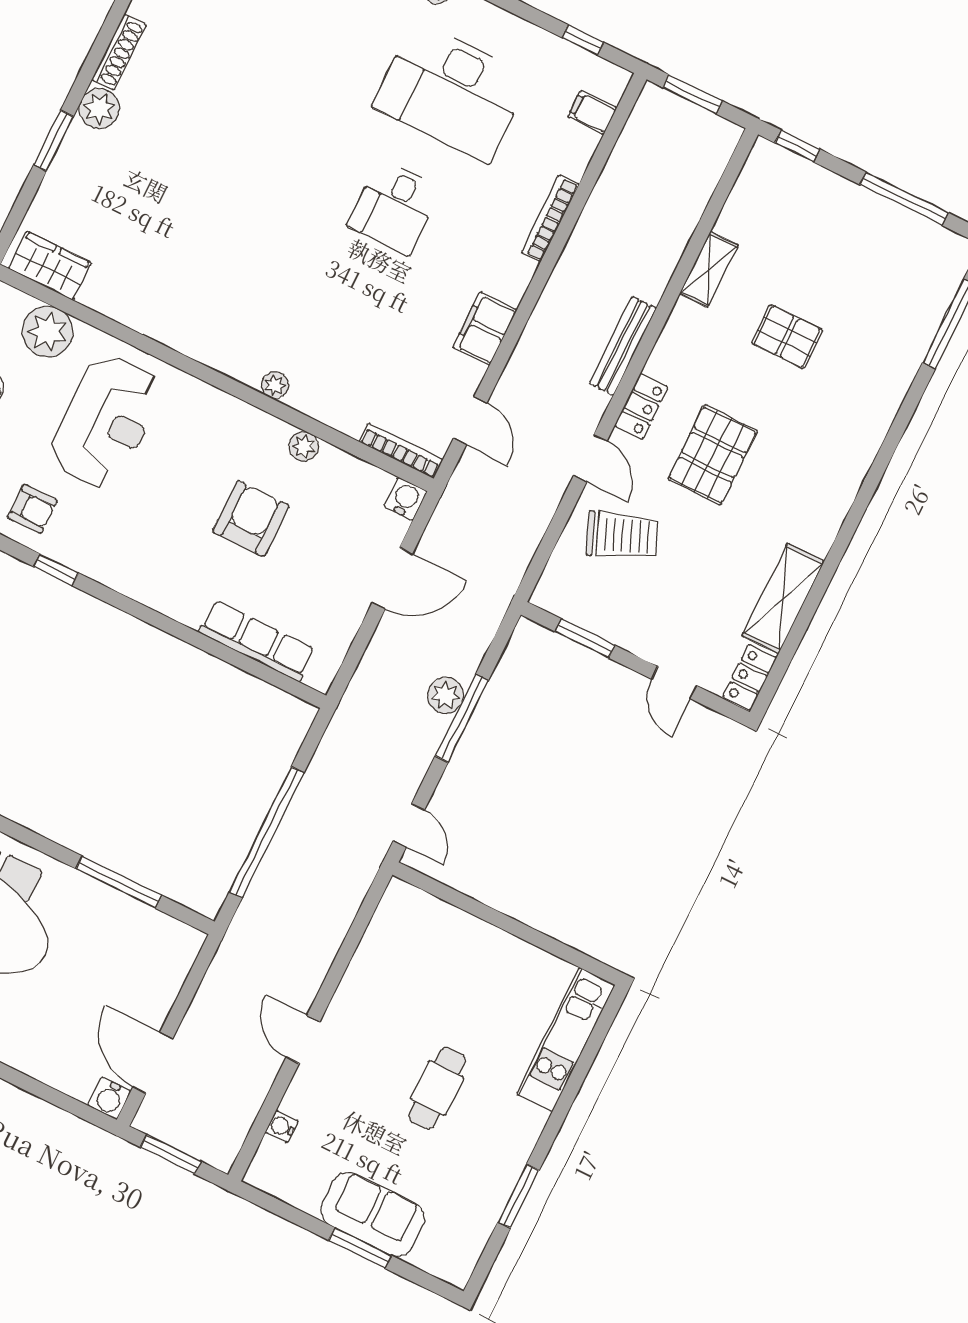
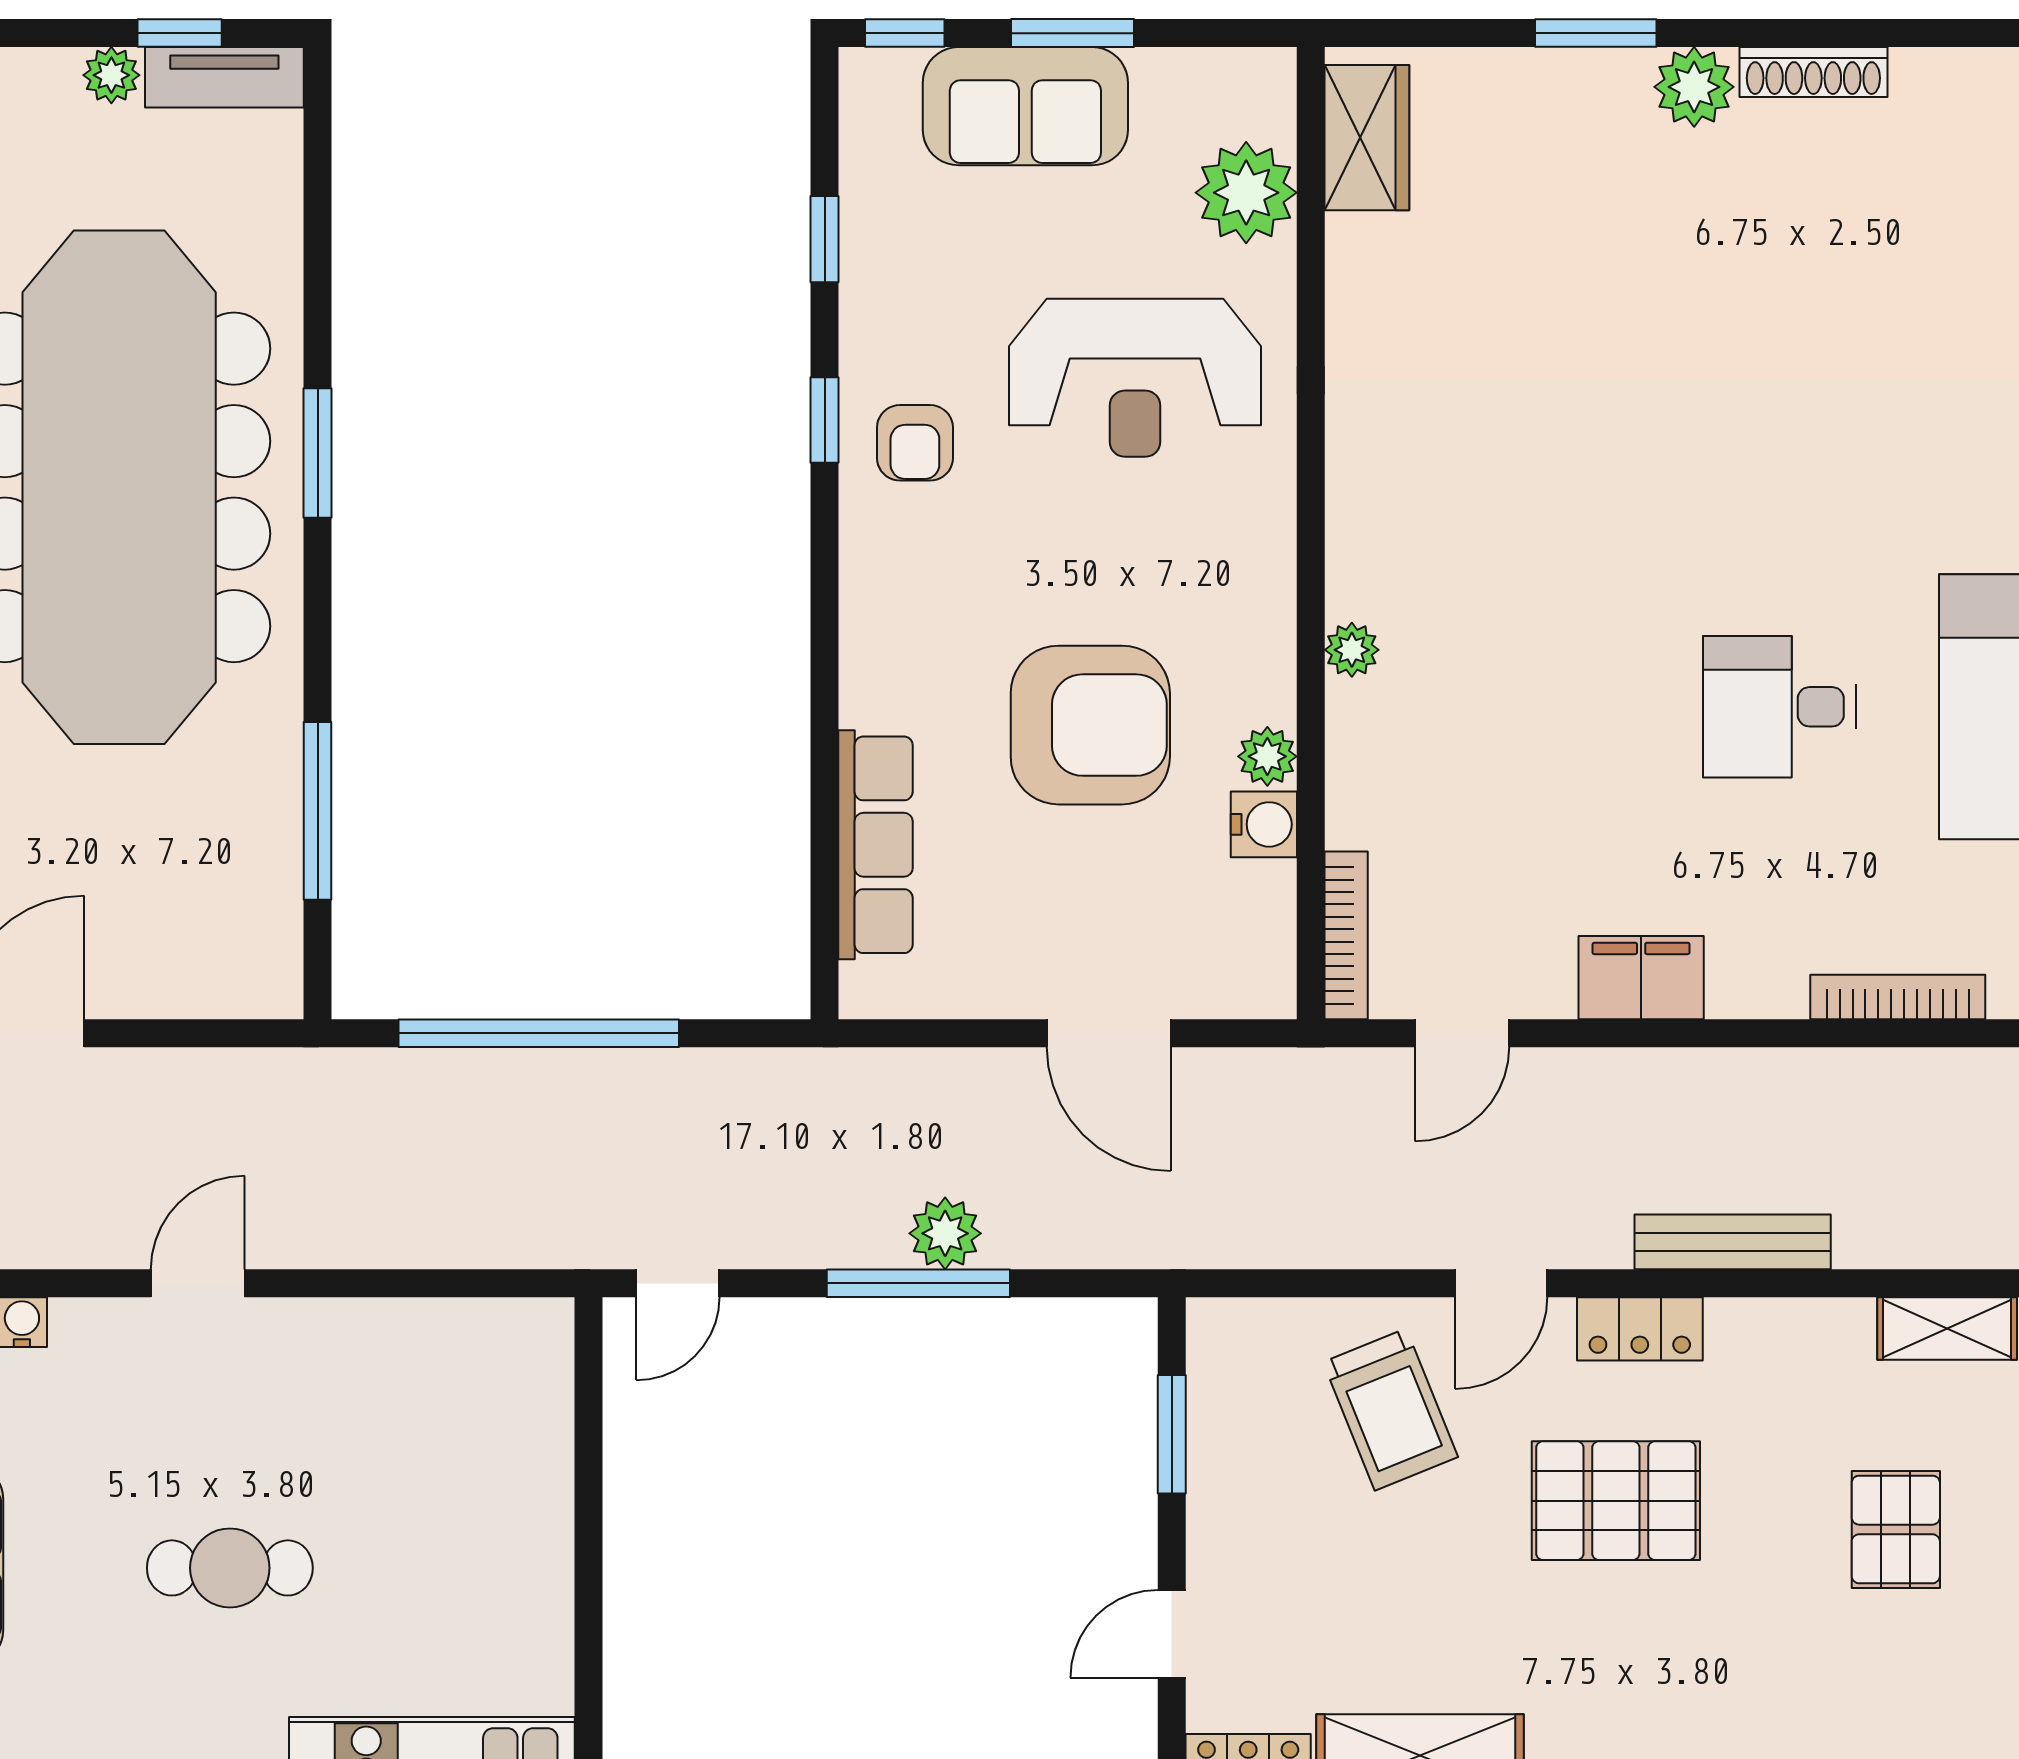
water cooler: (406, 499) -> (1264, 824), moved
armchair: (32, 509) -> (915, 443), moved
armchair: (251, 518) -> (1090, 725), width x1.36, depth x1.36

